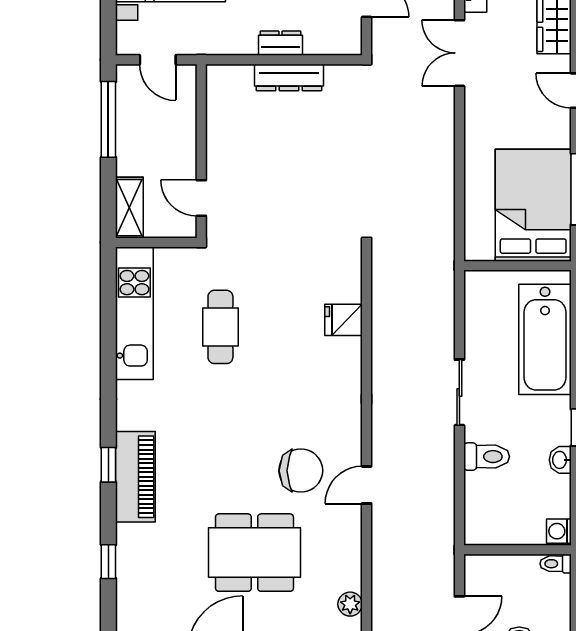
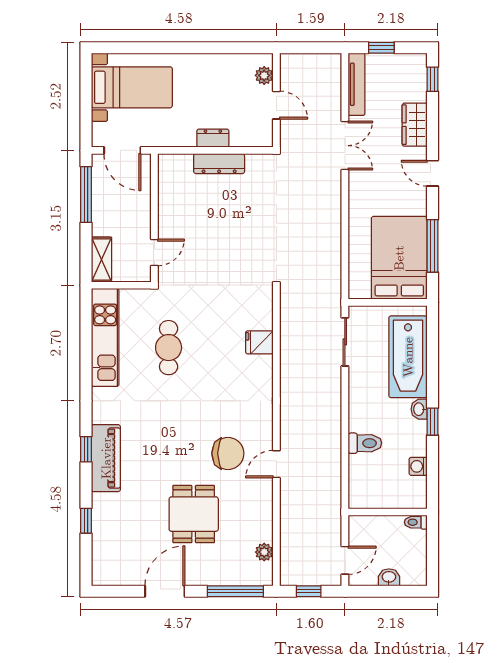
double door: (459, 53) -> (345, 146), swing flipped
door: (158, 60) -> (122, 150), width x1.38
door: (201, 198) -> (154, 252), swing flipped
sliding door: (459, 392) -> (345, 342), moved
washbasin: (560, 460) -> (419, 409), moved
washing machine: (559, 531) -> (418, 466), moved
dining table: (254, 553) -> (194, 514), width x0.73

